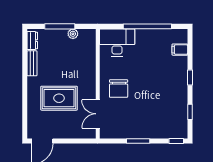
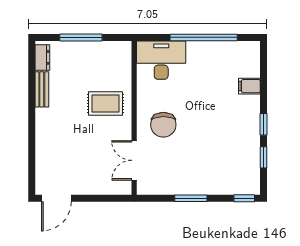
plant: (73, 34) -> (99, 48), removed
filing cabinet: (180, 50) -> (249, 86), moved
window: (190, 77) -> (264, 124), moved
rug: (59, 98) -> (106, 103), moved, width x0.73, depth x0.70

